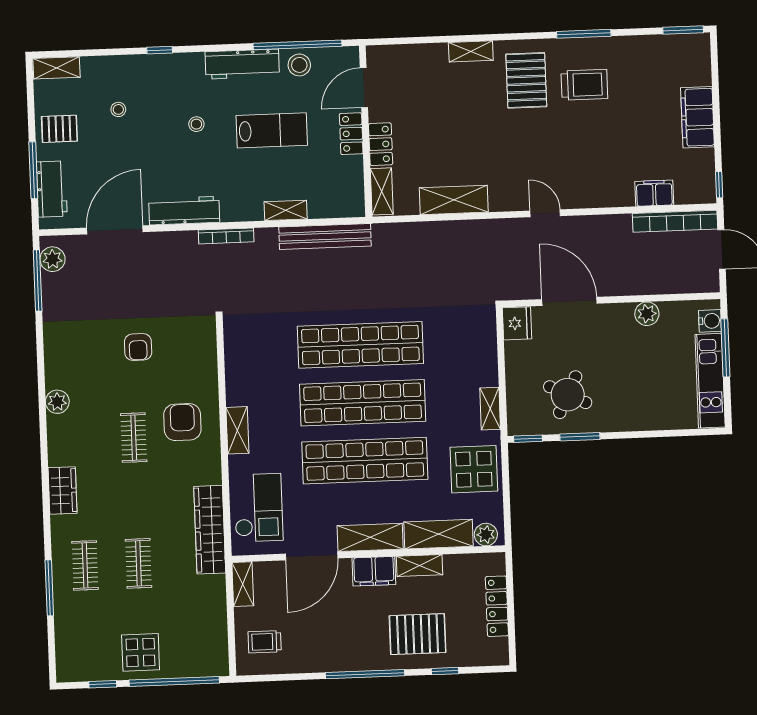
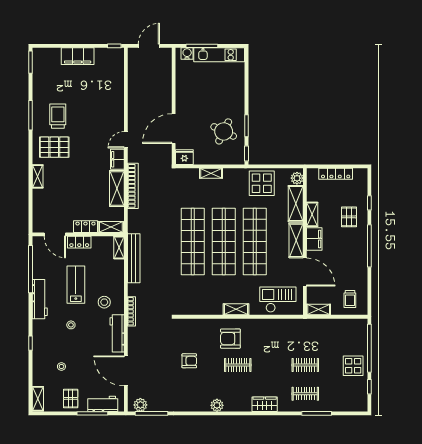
stool: (299, 65) -> (104, 302), moved
filing cabinet: (654, 193) -> (117, 159), moved
shelving: (286, 210) -> (119, 248), moved
bookcase: (675, 221) -> (133, 186), moved
plant: (647, 314) -> (182, 87), removed
shelving: (490, 409) -> (211, 173), moved
wardrobe: (210, 530) -> (289, 326), removed
pallet: (418, 634) -> (349, 217), width x0.67, depth x0.71

